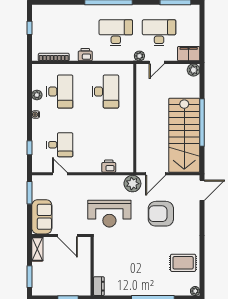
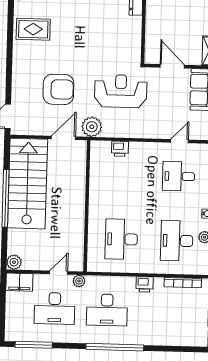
door: (60, 174) -> (179, 141), swing flipped

